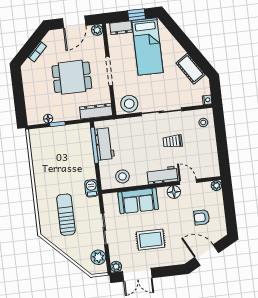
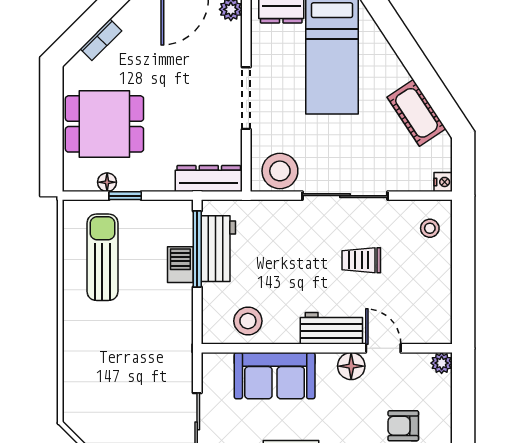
dining table: (72, 77) -> (104, 124), moved
barbecue: (91, 188) -> (180, 265), moved
sun lounger: (66, 215) -> (102, 257), moved

